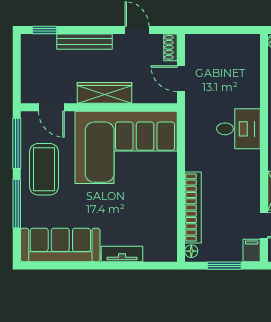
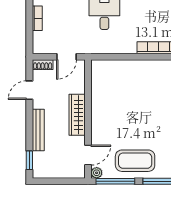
bookcase: (232, 40) -> (37, 18), added
plant: (28, 118) -> (97, 173), added
corner sofa: (126, 147) -> (119, 98), removed

